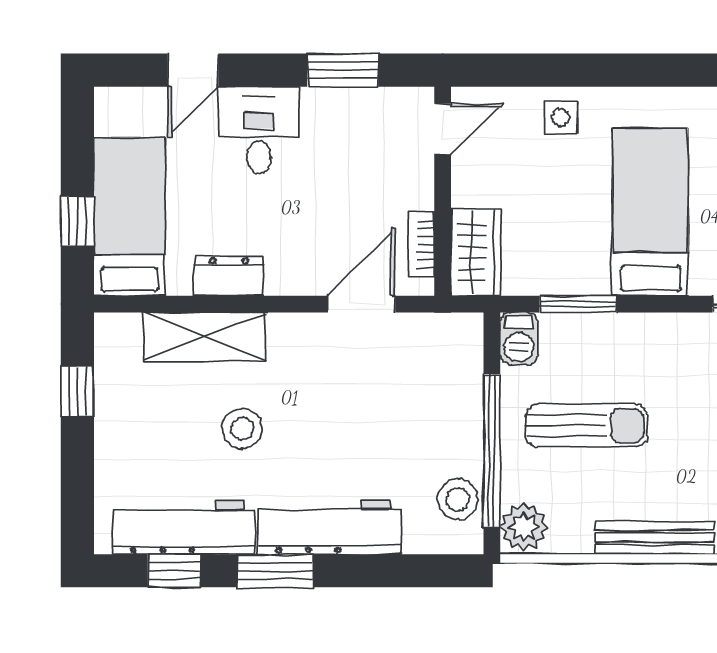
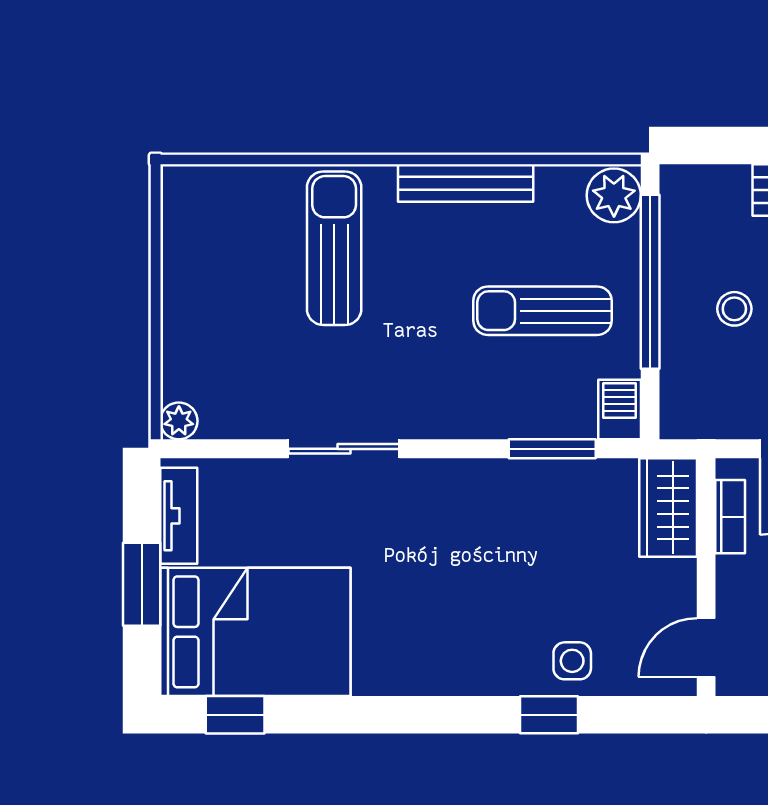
window: (581, 70) -> (549, 715), added
bed: (650, 212) -> (470, 553), removed
stool: (458, 499) -> (734, 309), moved, width x0.73, depth x0.73

